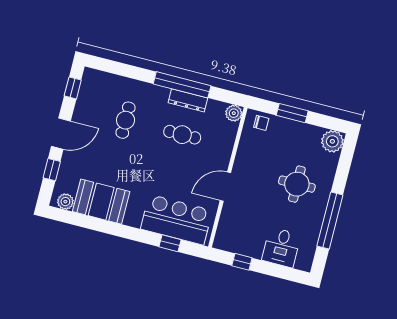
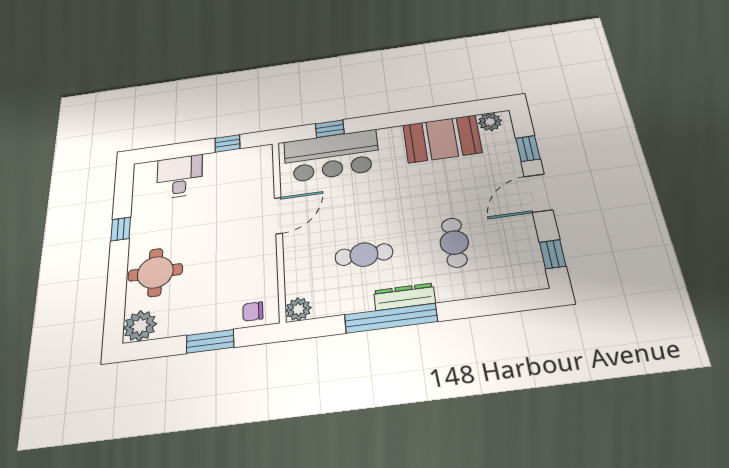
dresser: (188, 100) -> (404, 297), moved
round table: (297, 184) -> (155, 272), moved
window: (330, 220) -> (121, 229), width x0.32

